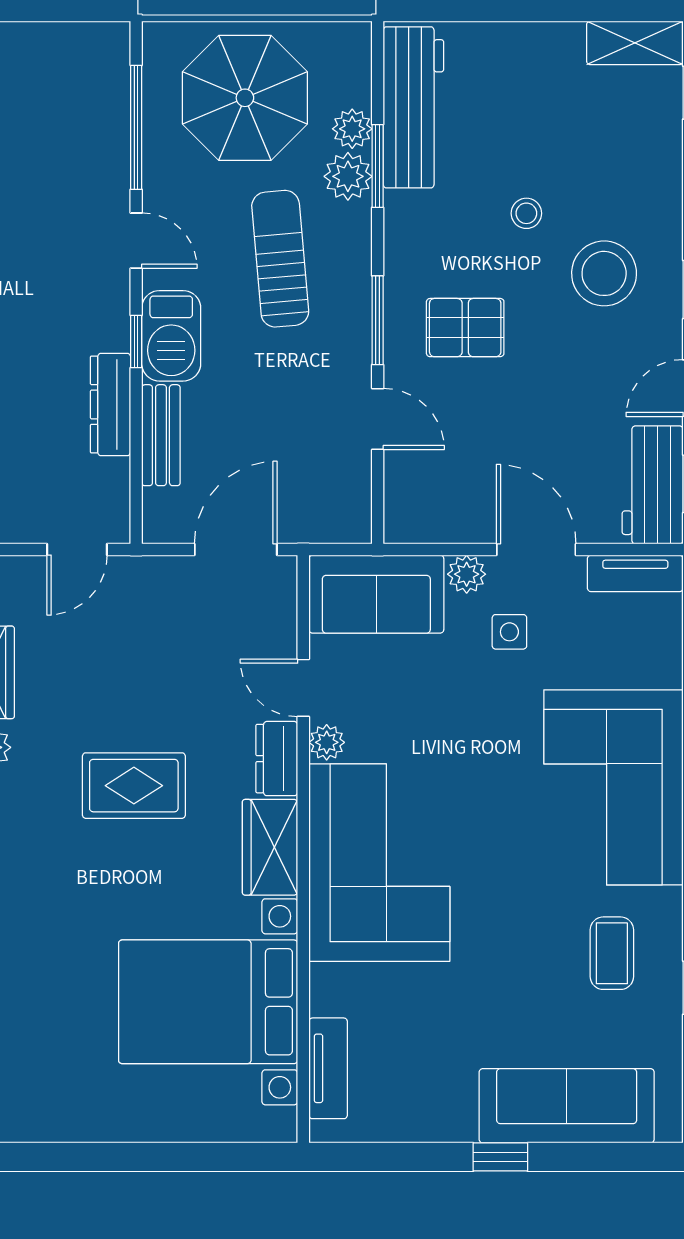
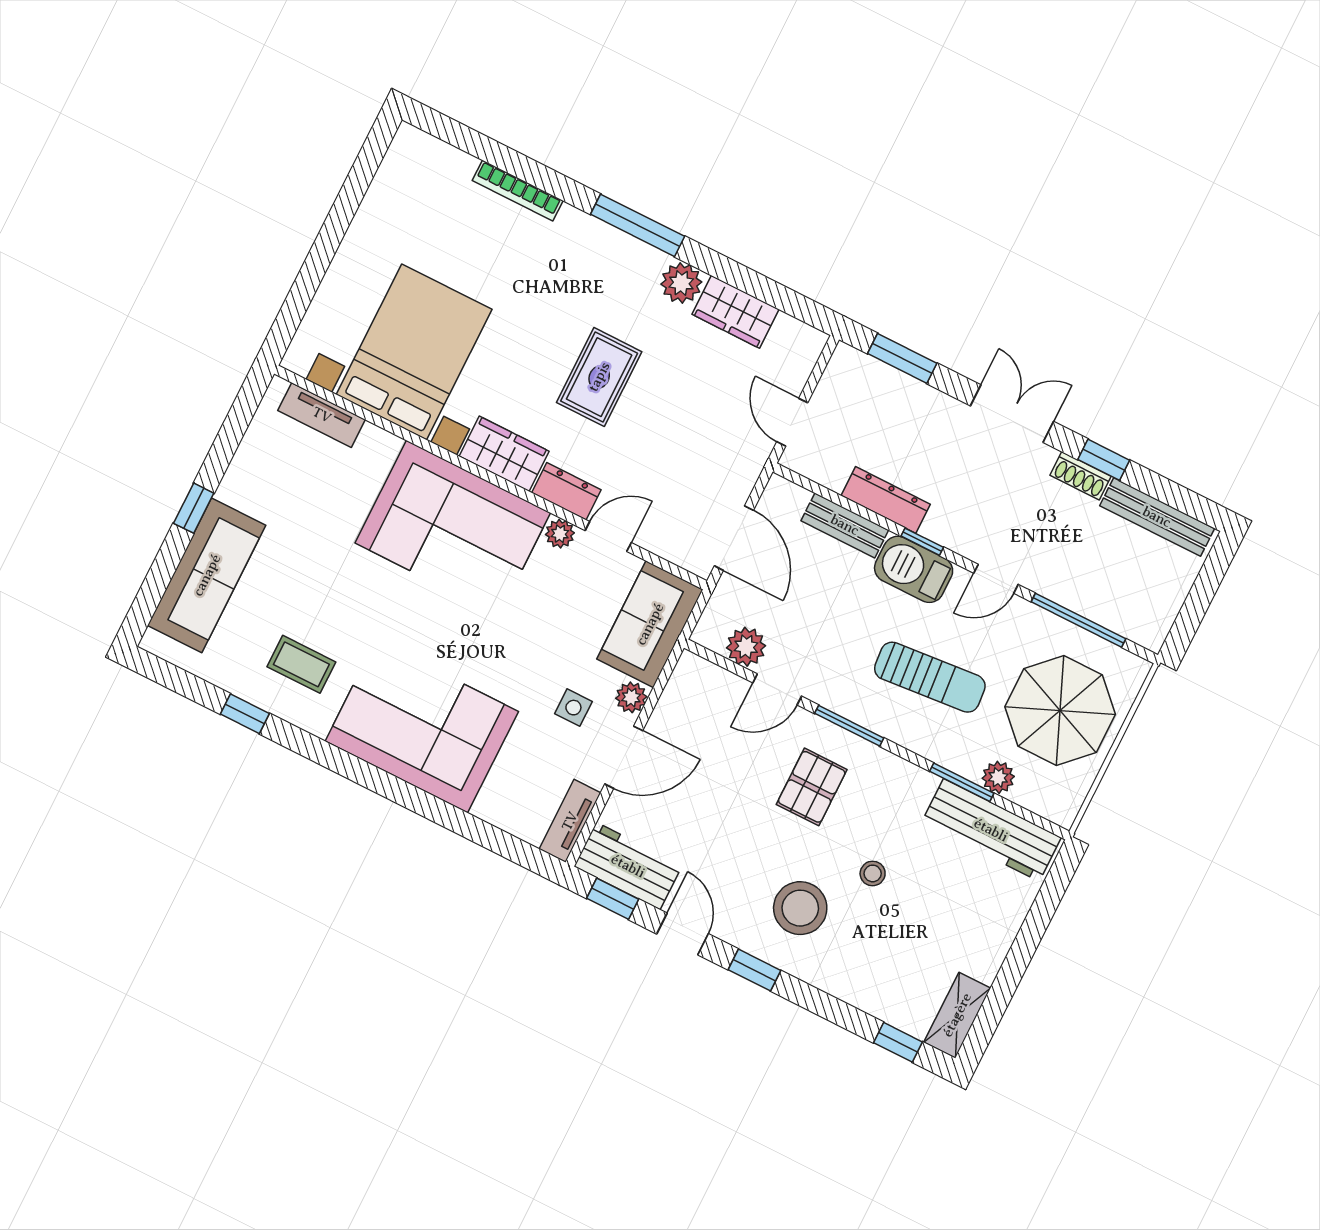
plant: (348, 176) -> (746, 647), moved

